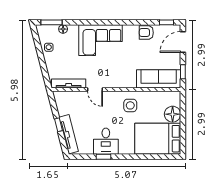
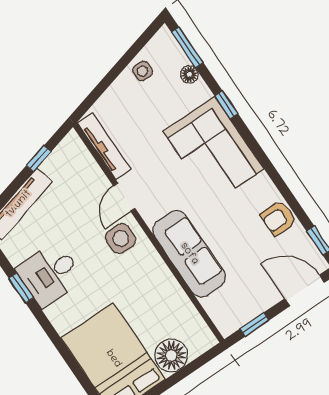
window: (86, 22) -> (226, 105), added
armchair: (146, 33) -> (279, 218), turned -90
sofa: (159, 79) -> (189, 254), moved
side table: (130, 105) -> (121, 238), moved
window: (58, 125) -> (39, 158), moved

